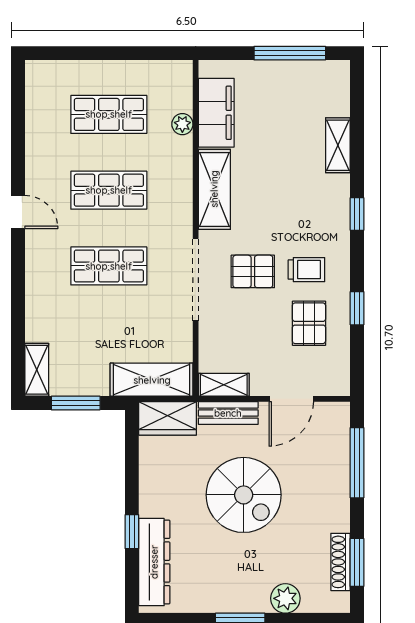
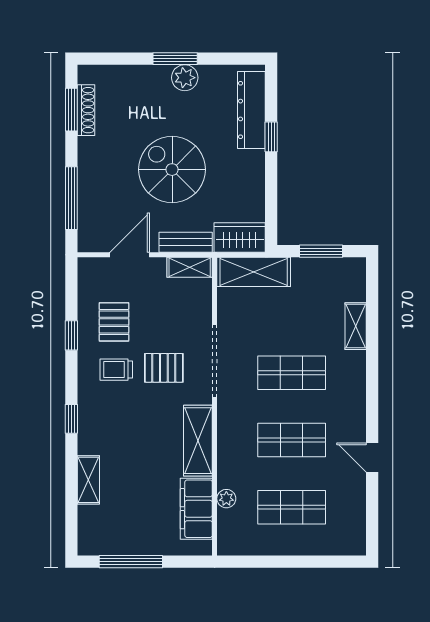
door: (18, 212) -> (372, 457), moved
shelving: (37, 370) -> (356, 326), moved
plant: (285, 598) -> (185, 78), moved

